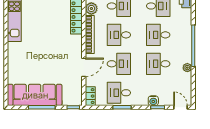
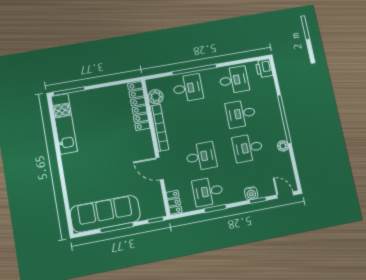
desk: (119, 35) -> (194, 122), removed
door: (84, 67) -> (160, 169), swing flipped

